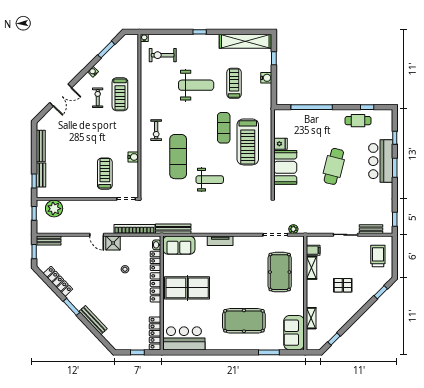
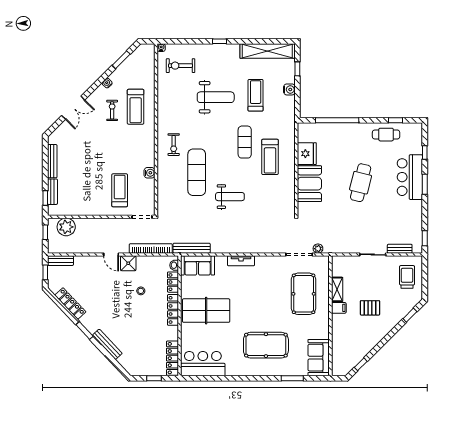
treadmill: (248, 142) -> (270, 157), width x0.73, depth x0.73
fridge: (280, 144) -> (307, 154), width x1.88, depth x1.34
filing cabinet: (313, 250) -> (339, 308), moved
shelving: (311, 318) -> (337, 342), removed

